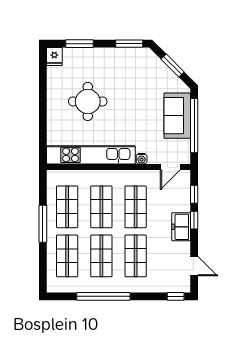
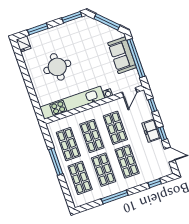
window: (173, 65) -> (107, 22), width x1.44
window: (194, 220) -> (162, 134), moved
window: (103, 296) -> (115, 197), width x0.68
window: (176, 296) -> (155, 183), moved

